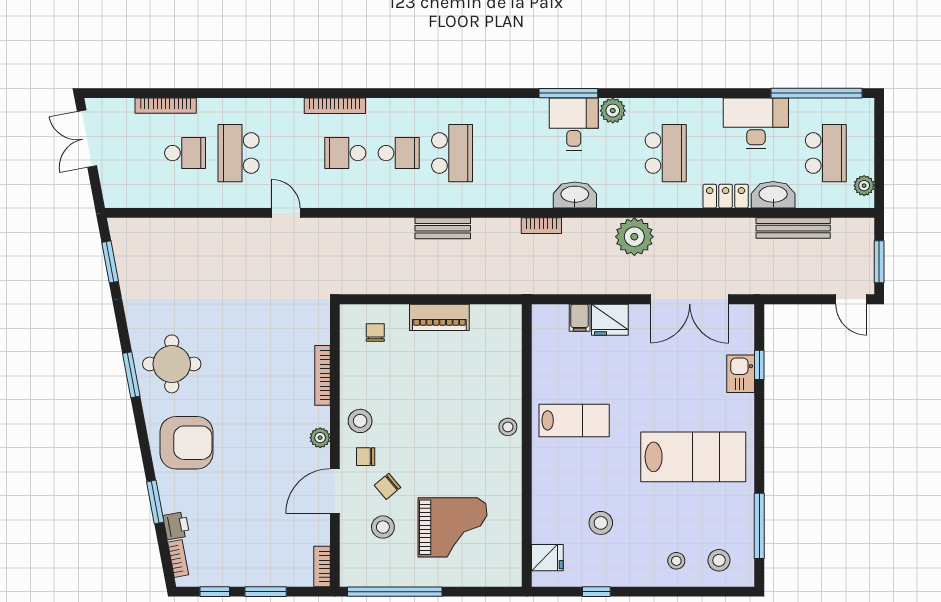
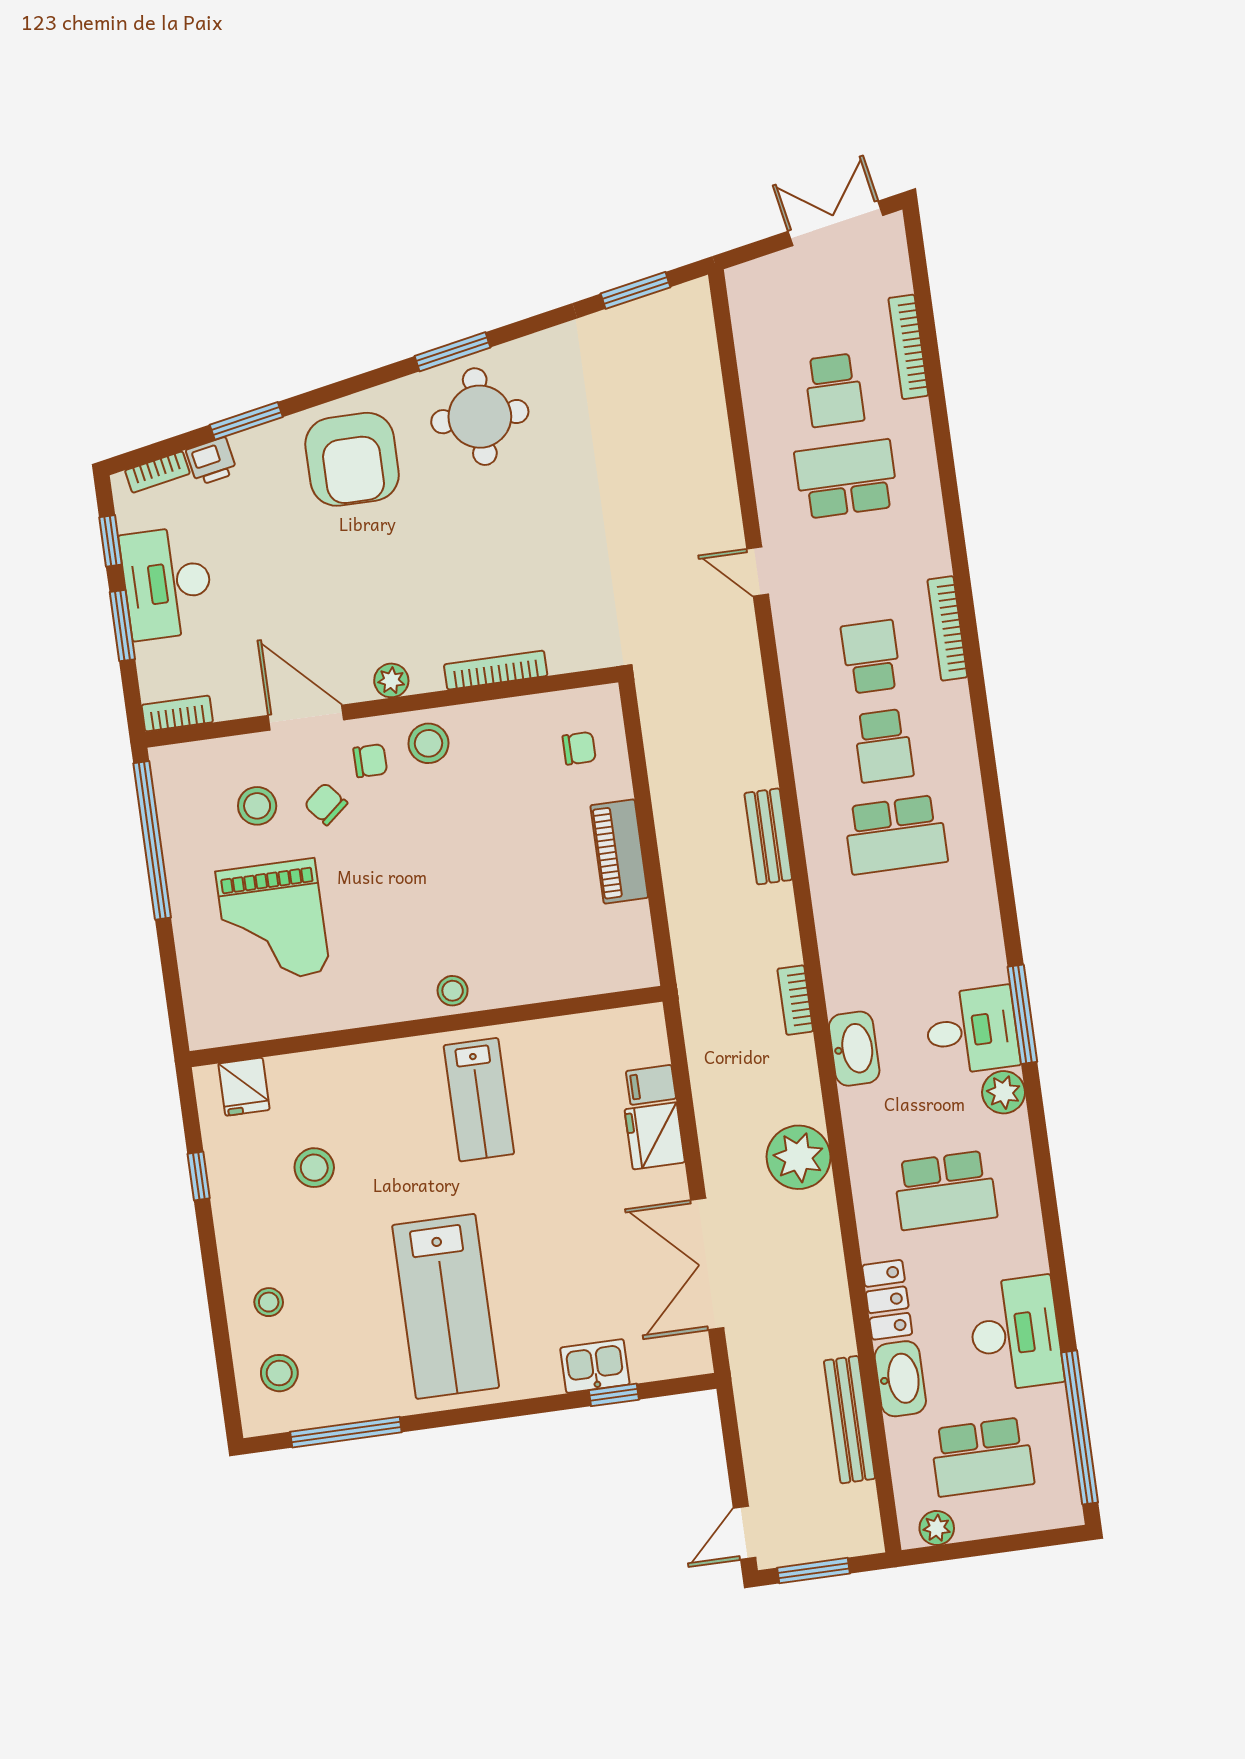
door: (286, 213) -> (758, 572), swing flipped
chair: (366, 457) -> (370, 761), turned 90
desk: (244, 562) -> (167, 583), added

